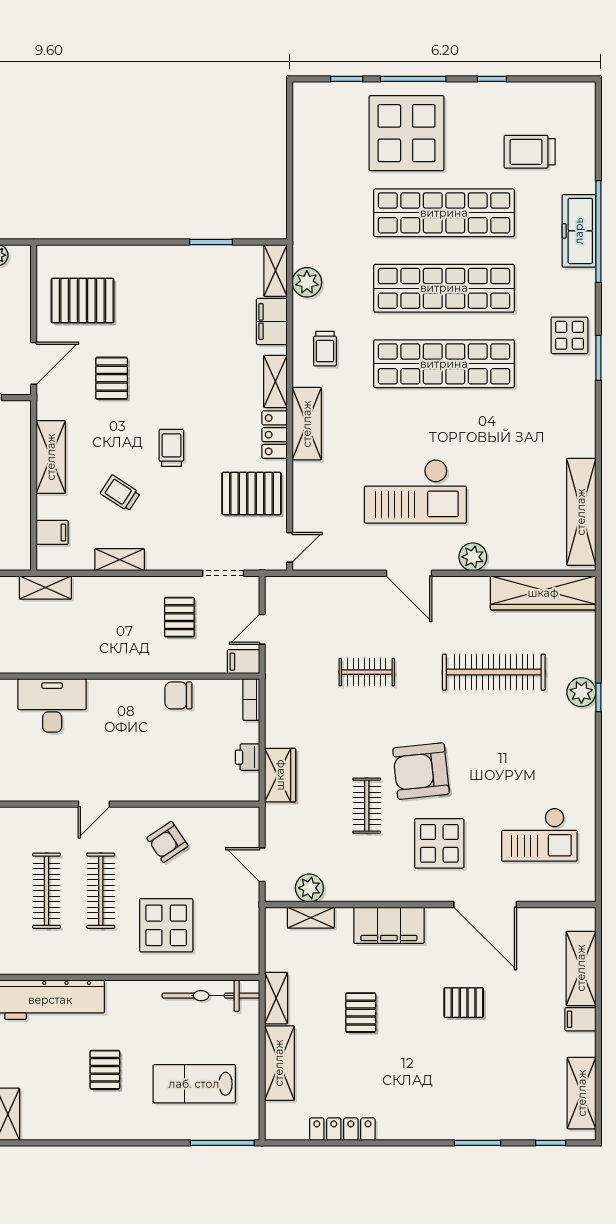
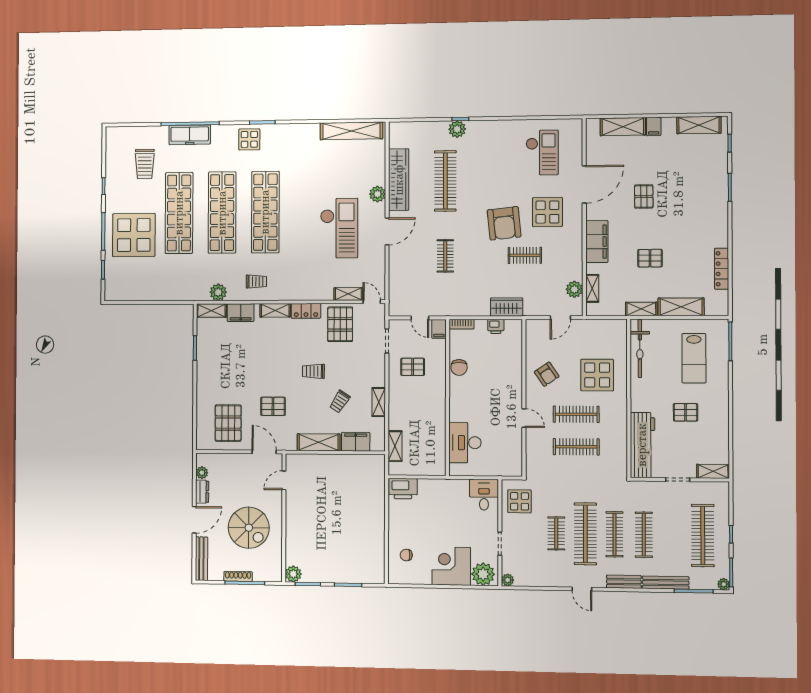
shelving: (307, 424) -> (348, 294), moved, width x0.67, depth x0.75
filing cabinet: (52, 532) -> (356, 442), width x2.00
wardrobe: (543, 593) -> (399, 180), moved

